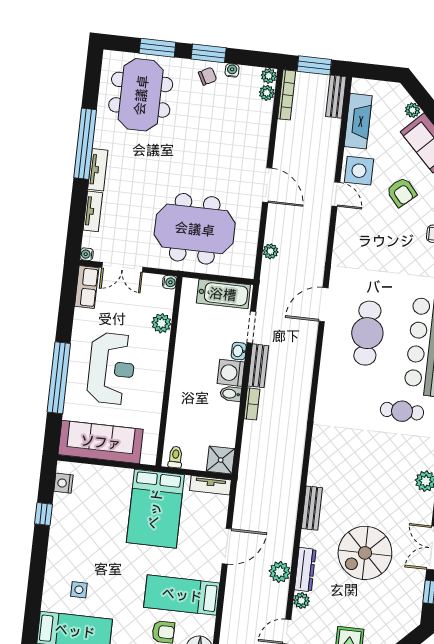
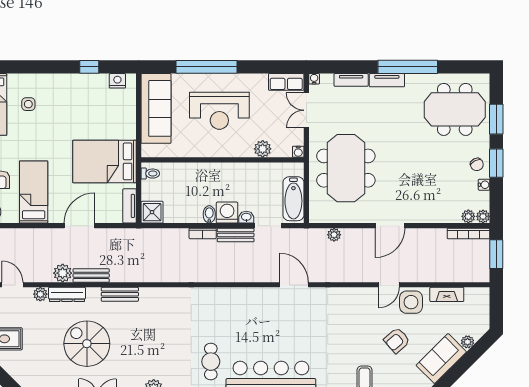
bench: (336, 97) -> (91, 275), moved
fireplace: (358, 121) -> (447, 294), width x0.73, depth x0.76
cafe table: (367, 333) -> (274, 325), removed
door: (227, 546) -> (79, 226), swing flipped

